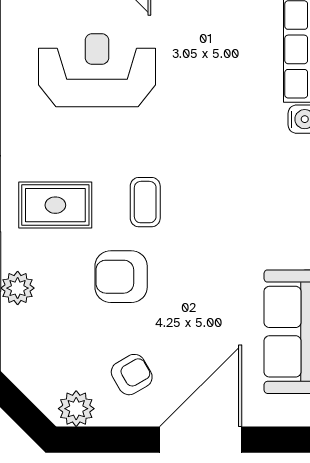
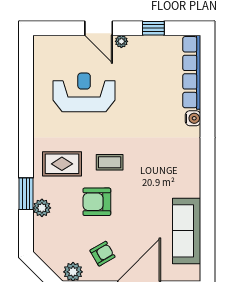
coffee table: (145, 202) -> (110, 162), turned 90

